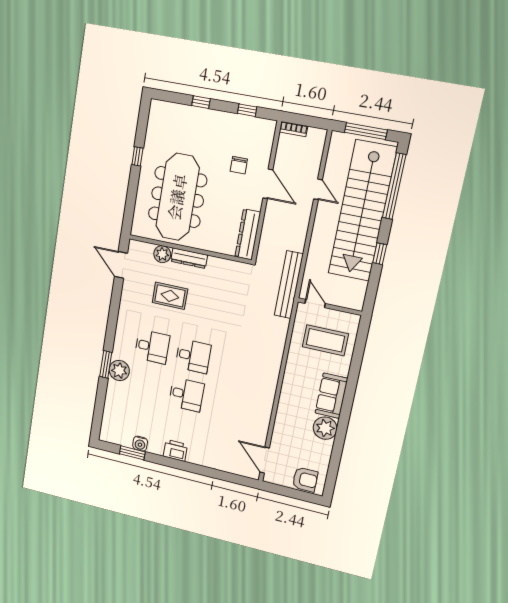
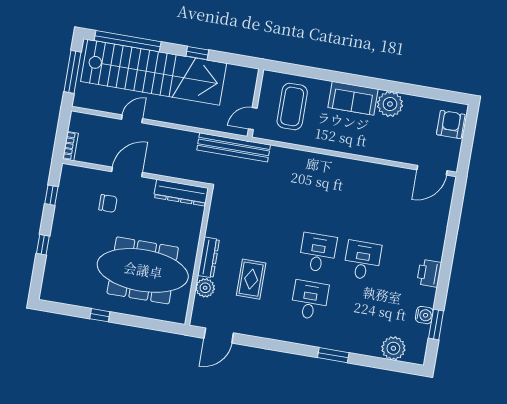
plant: (119, 370) -> (393, 348), moved

